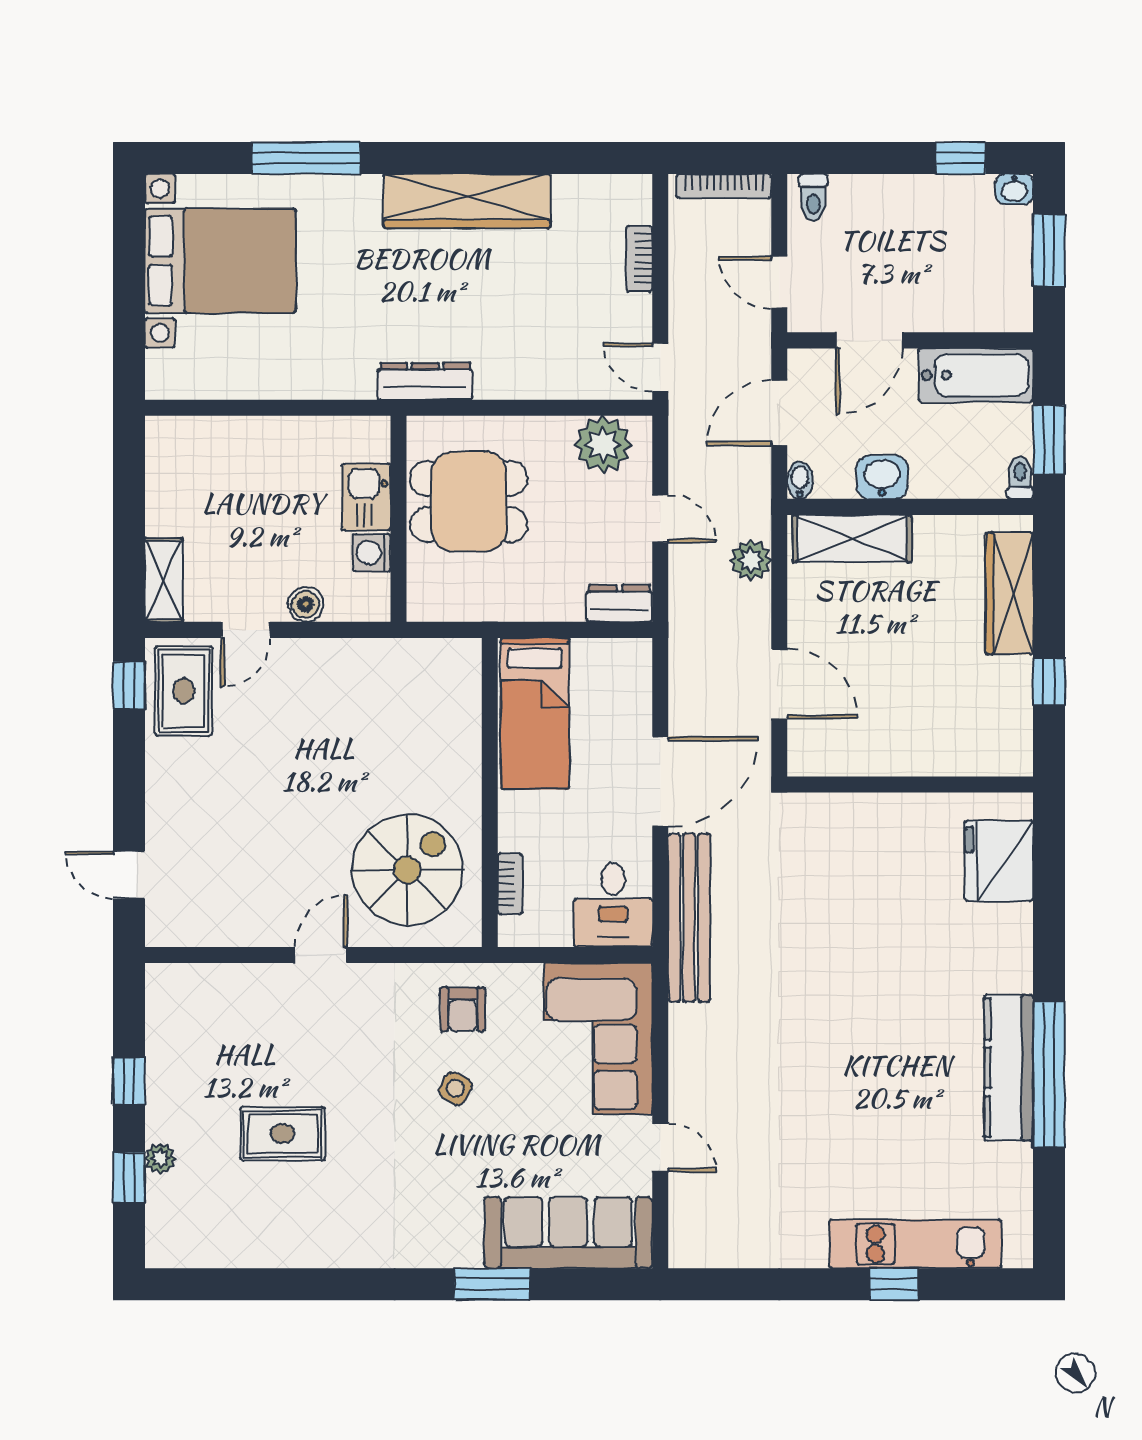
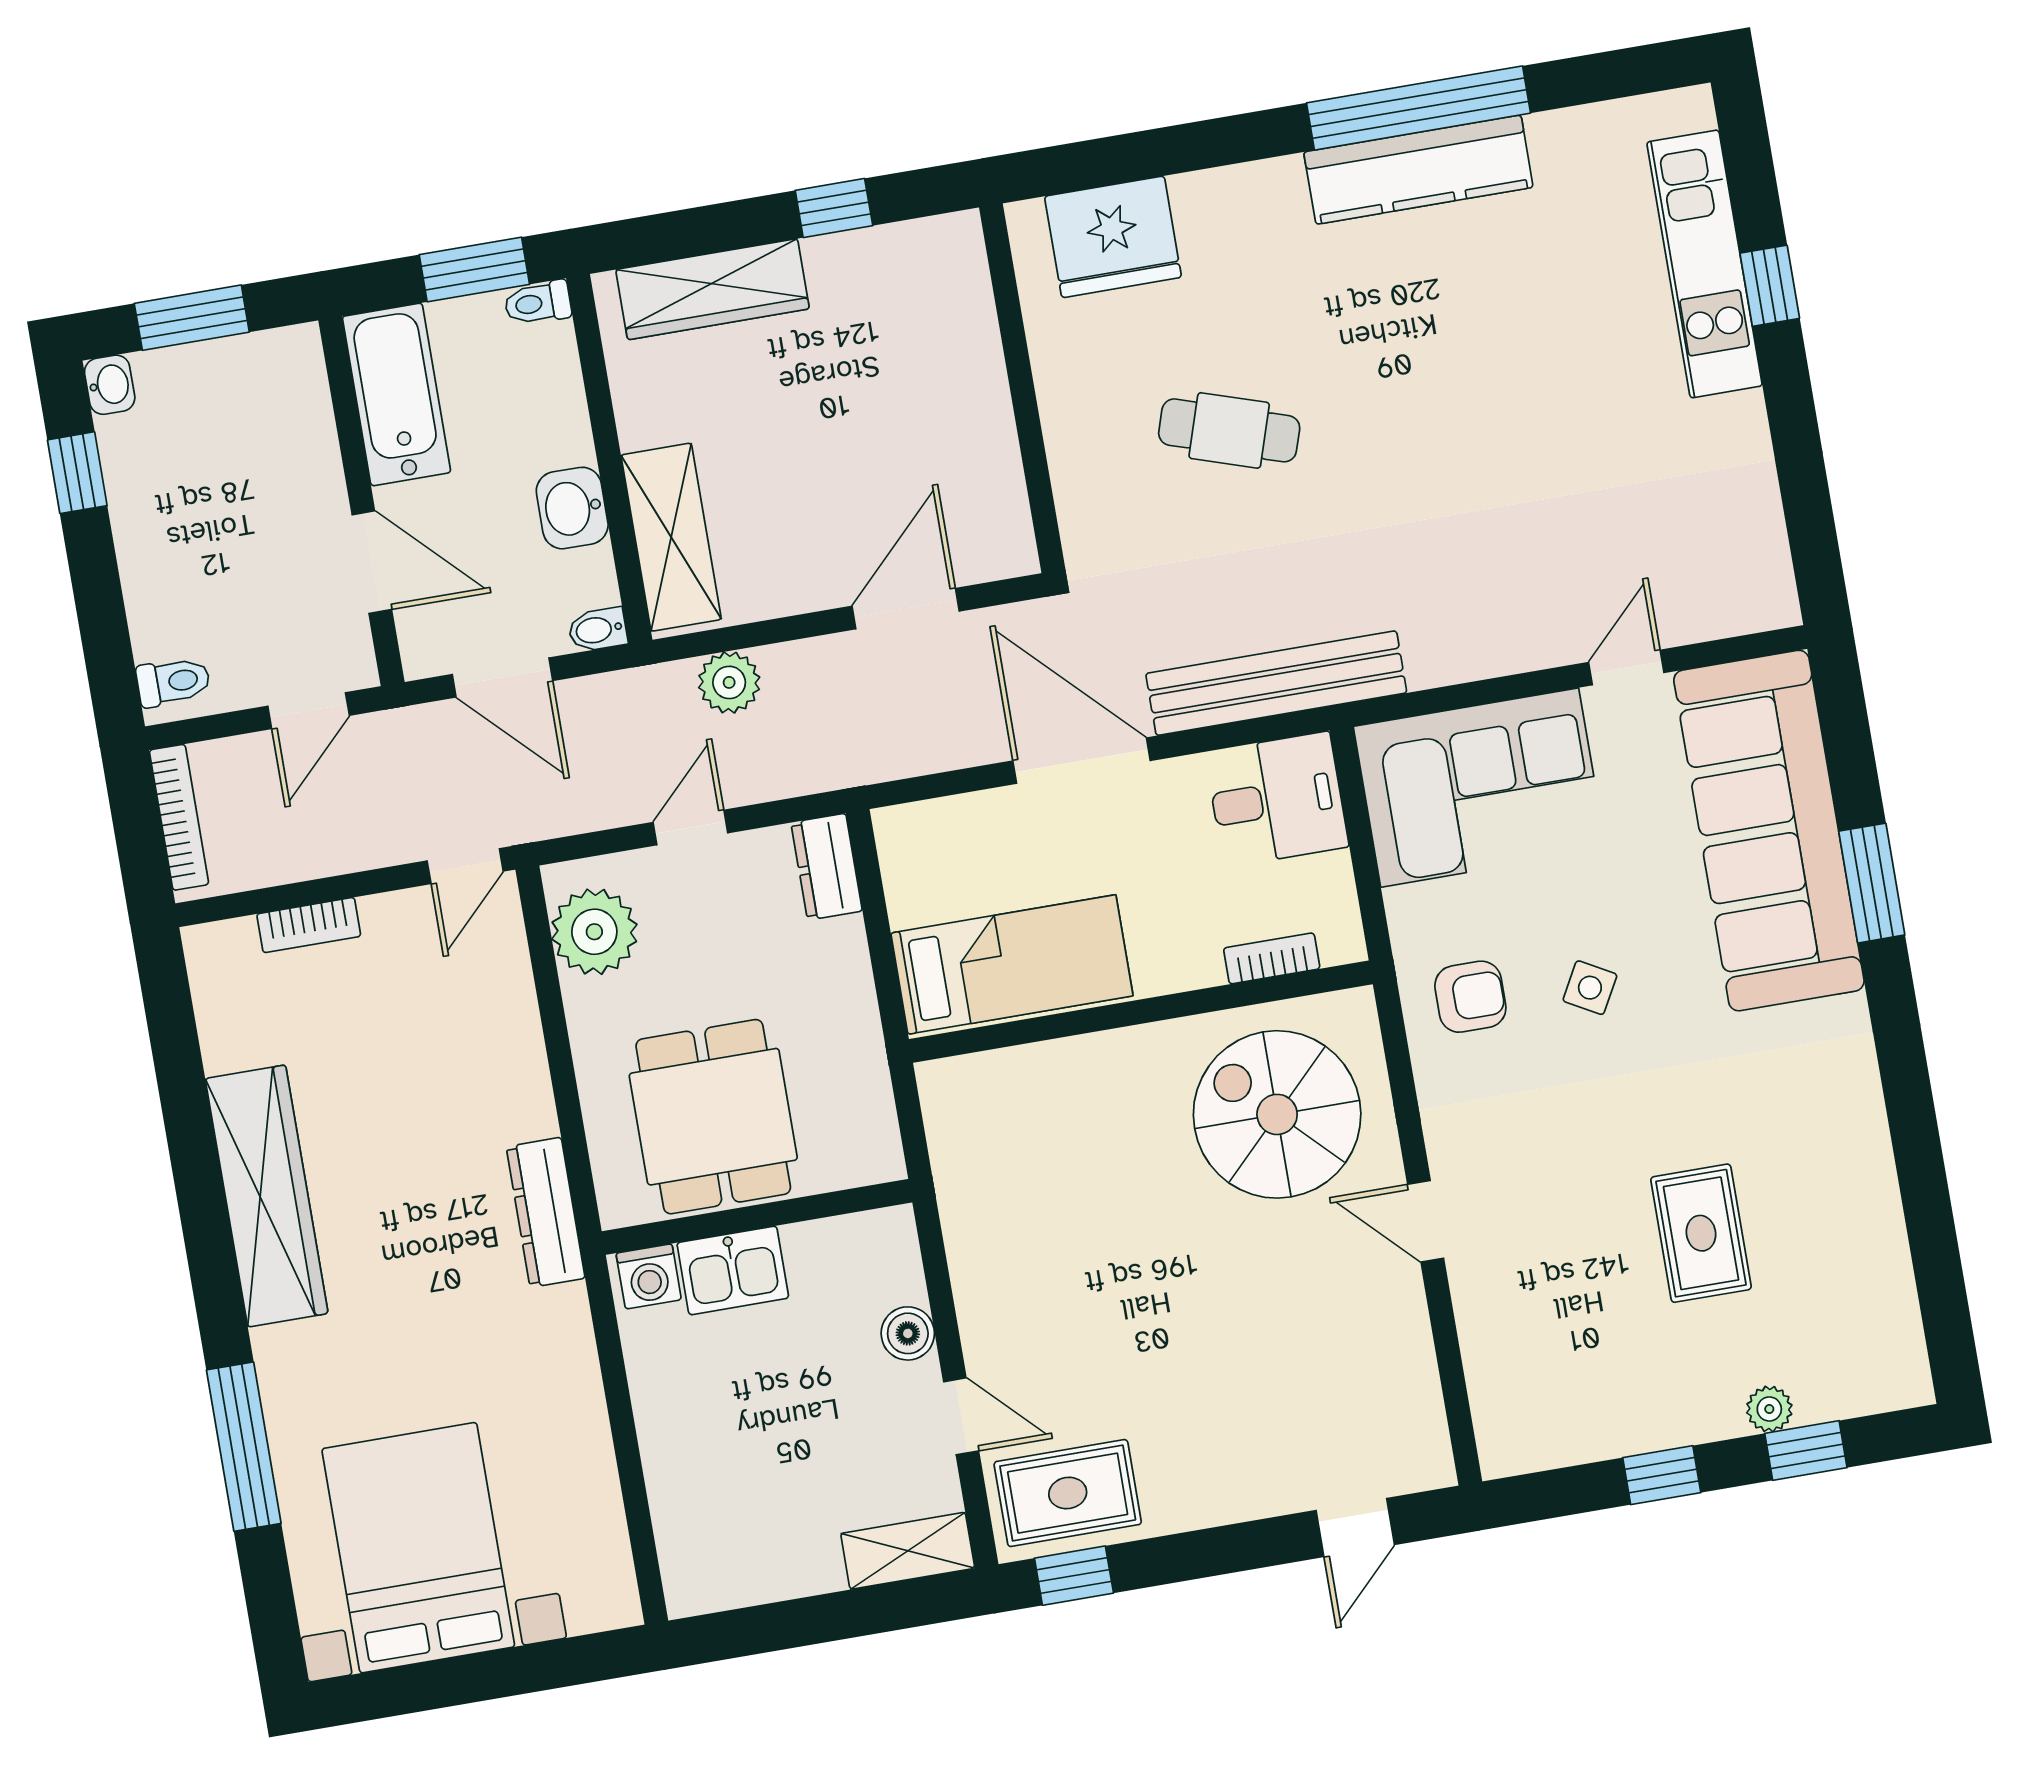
washing machine: (372, 553) -> (649, 1276), moved
cafe table: (860, 915) -> (1229, 430), added
sofa: (568, 1233) -> (1769, 831), width x1.36, depth x1.27

